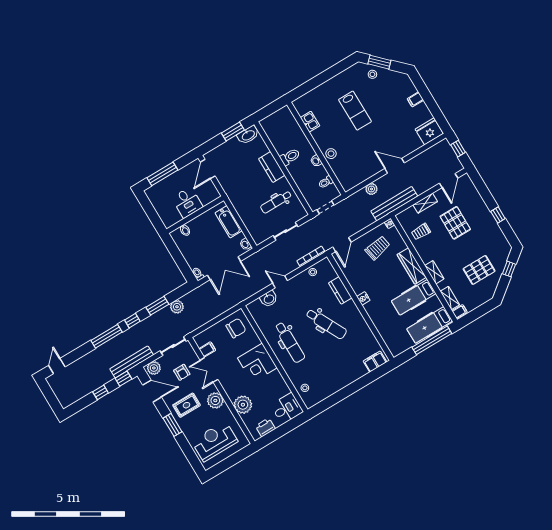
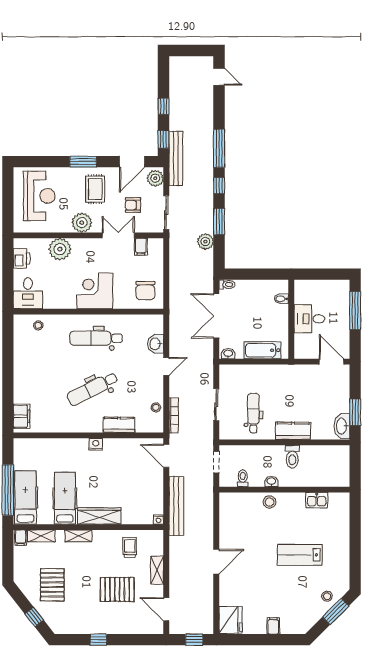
plant: (371, 189) -> (206, 522), removed
bench: (394, 204) -> (176, 506), moved
trolley: (378, 248) -> (140, 491), removed

